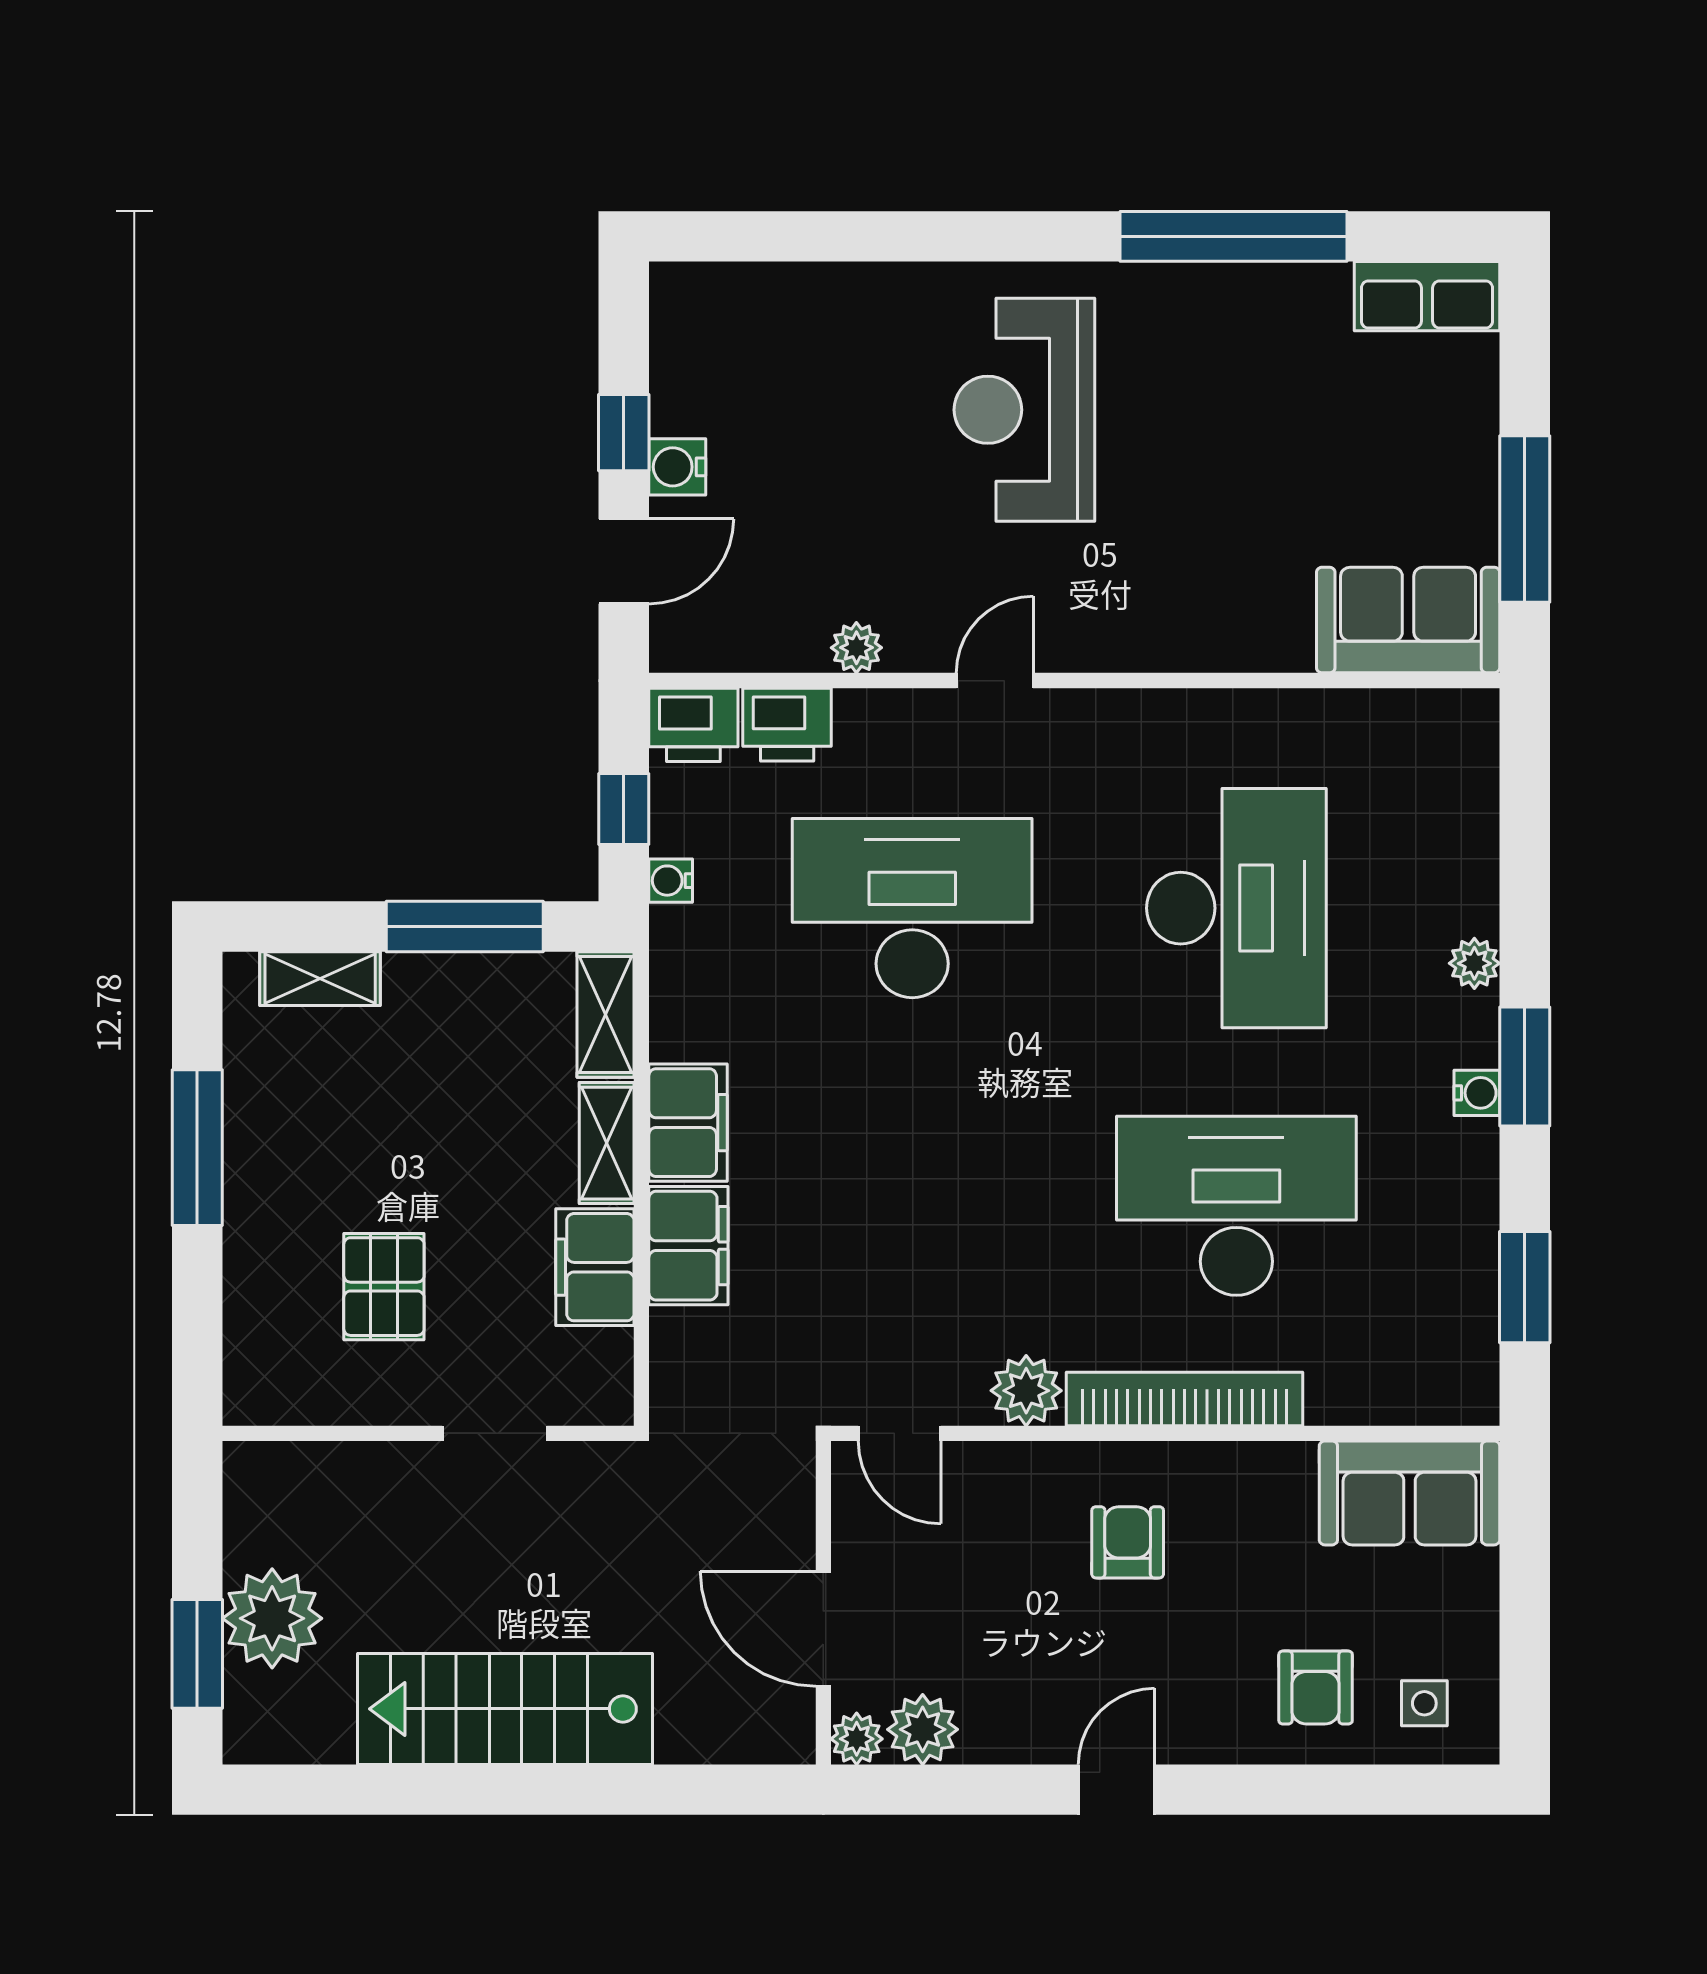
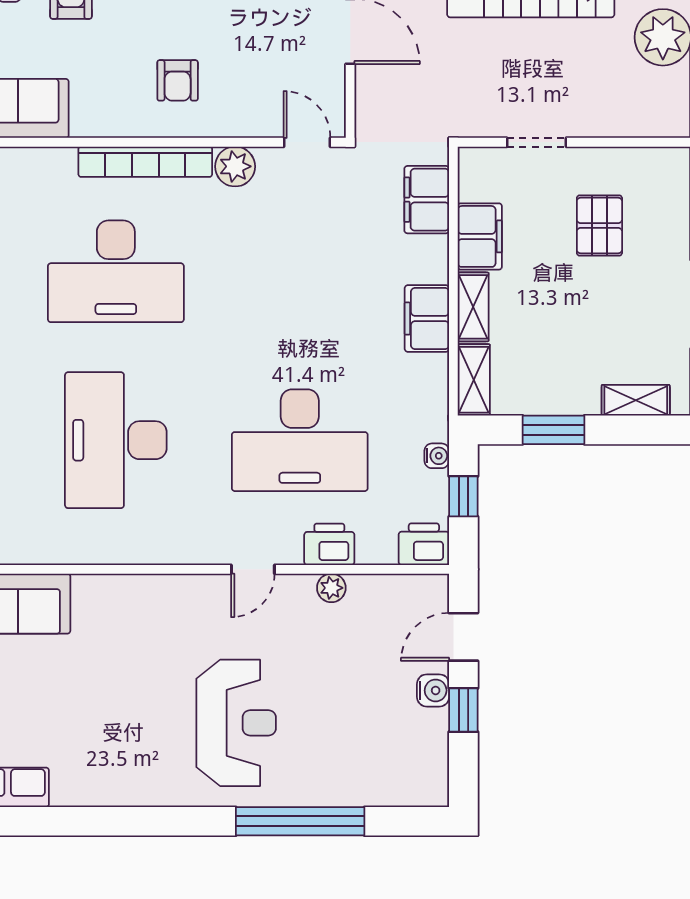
window: (1234, 236) -> (300, 821), moved
printer: (787, 725) -> (329, 544), moved
window: (465, 926) -> (554, 430), width x0.69
filing cabinet: (688, 1246) -> (427, 200), moved

